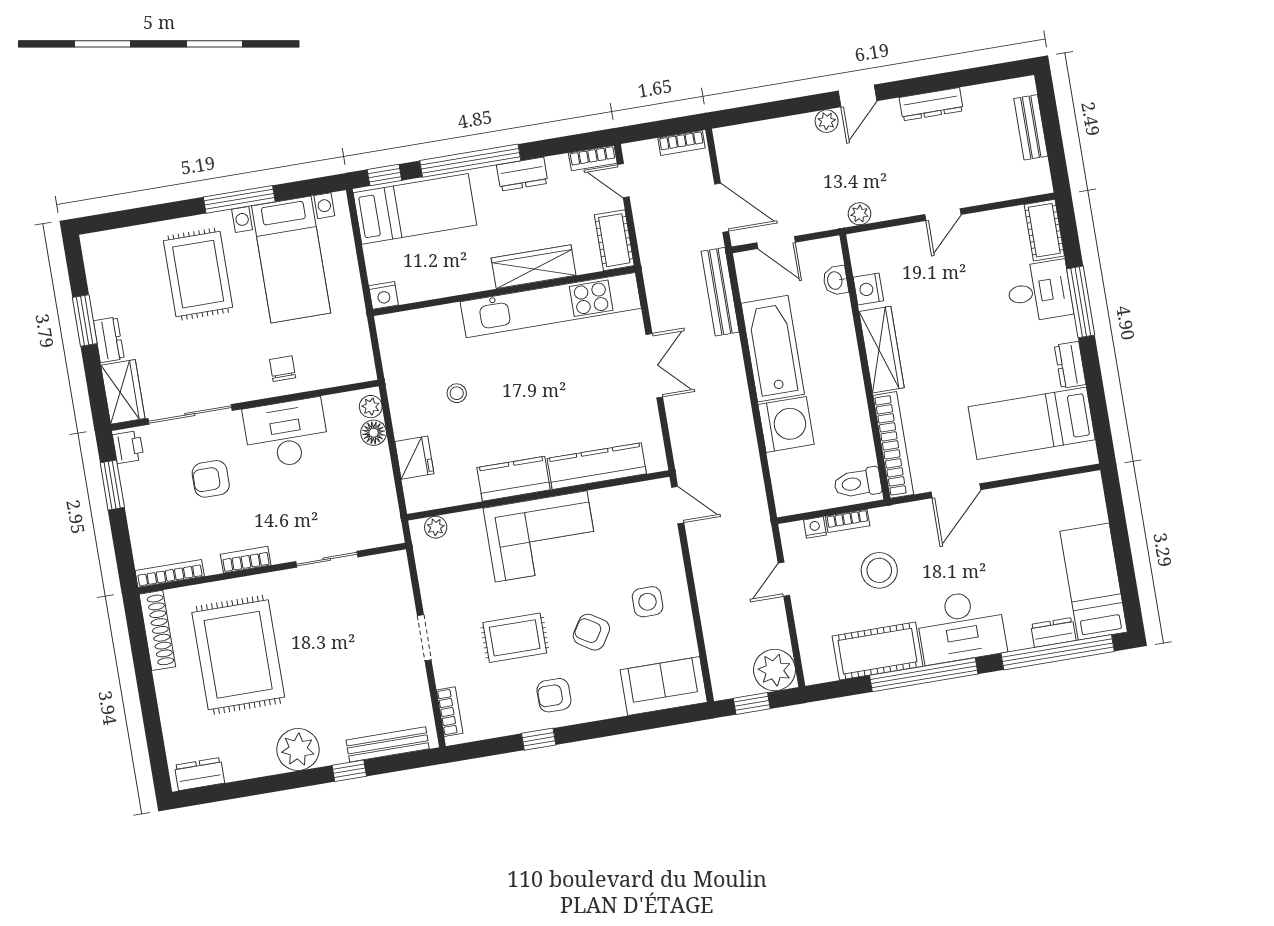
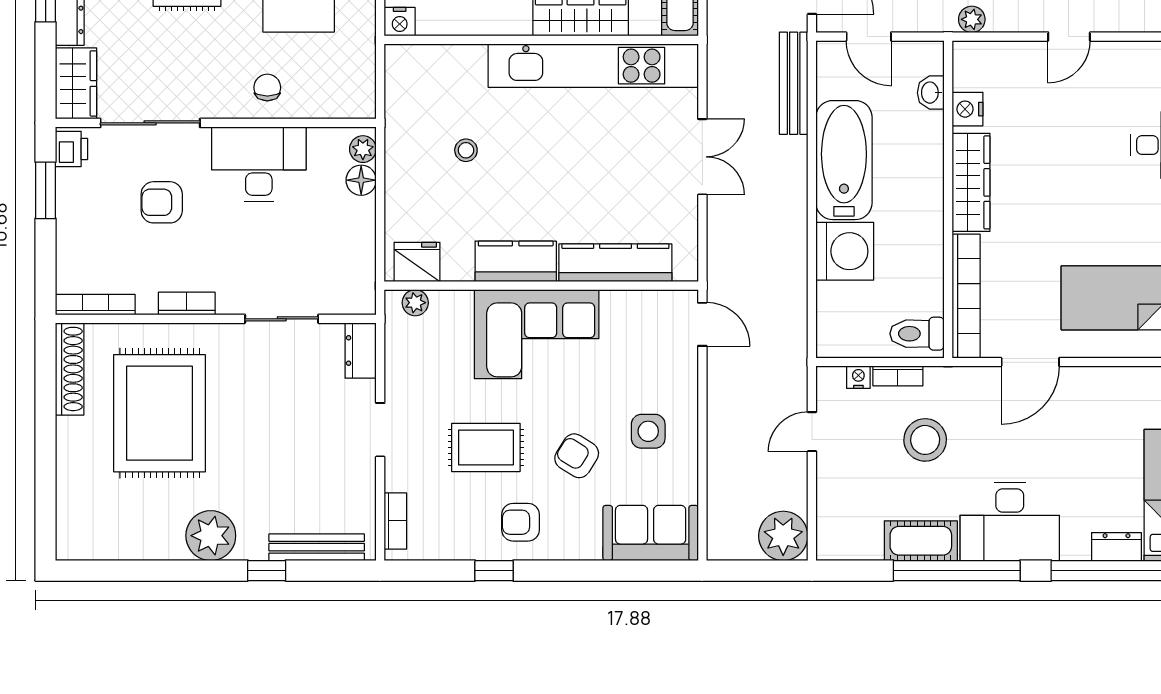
fridge: (414, 458) -> (417, 262), moved, turned -90
cot: (878, 651) -> (921, 541), width x0.73, depth x0.75
window: (752, 703) -> (750, 571), removed
dresser: (200, 774) -> (361, 350), moved, turned -90

